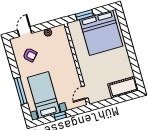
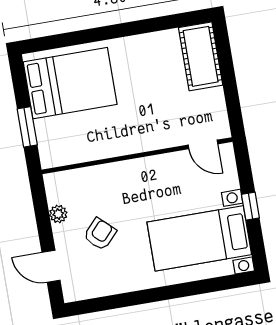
bed: (101, 33) -> (70, 83), width x0.73
armchair: (30, 55) -> (100, 234), moved
window: (21, 91) -> (184, 290), removed

